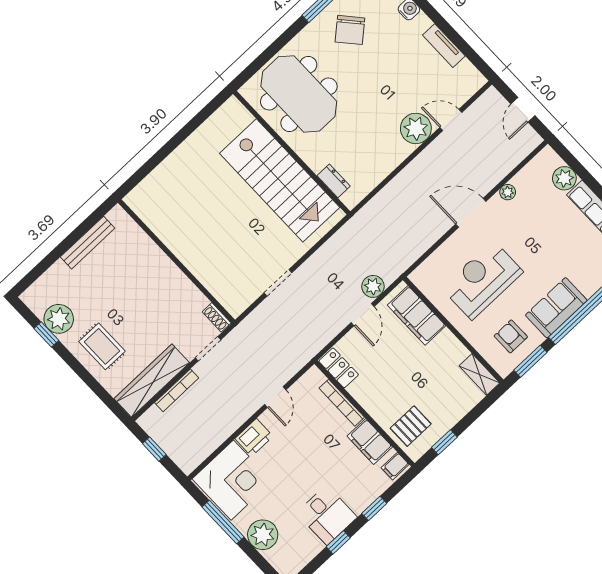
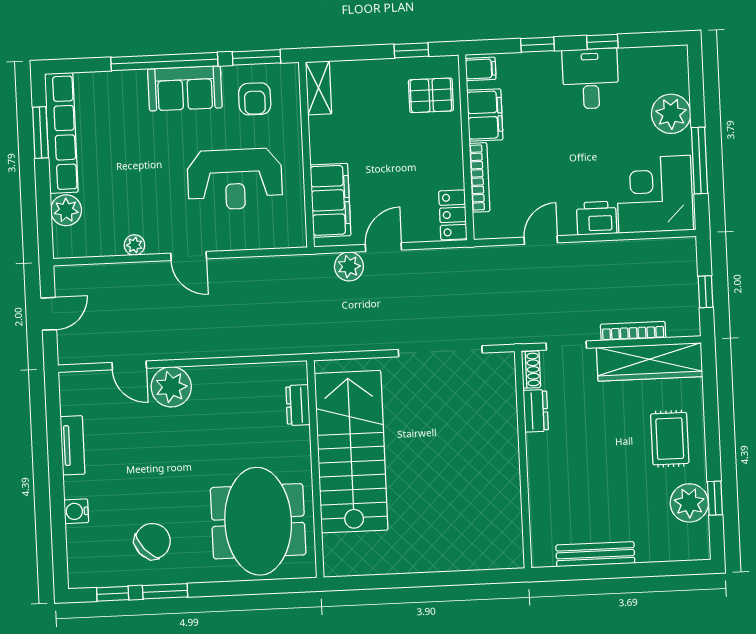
door: (471, 213) -> (189, 256), width x0.73
doorway: (278, 283) -> (440, 351), width x1.88
dresser: (193, 296) -> (536, 411), added

